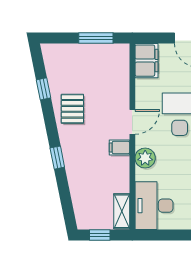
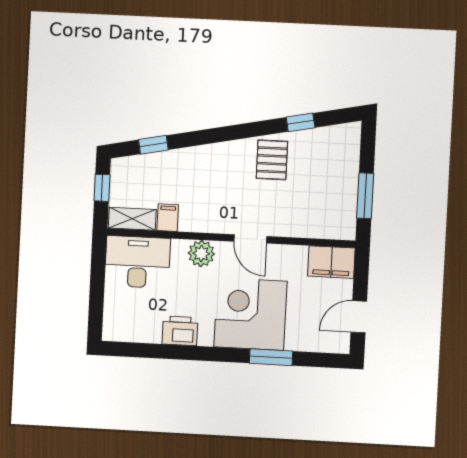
pallet: (72, 109) -> (272, 160), turned 90
filing cabinet: (119, 148) -> (168, 218), moved
window: (57, 158) -> (153, 145), moved

